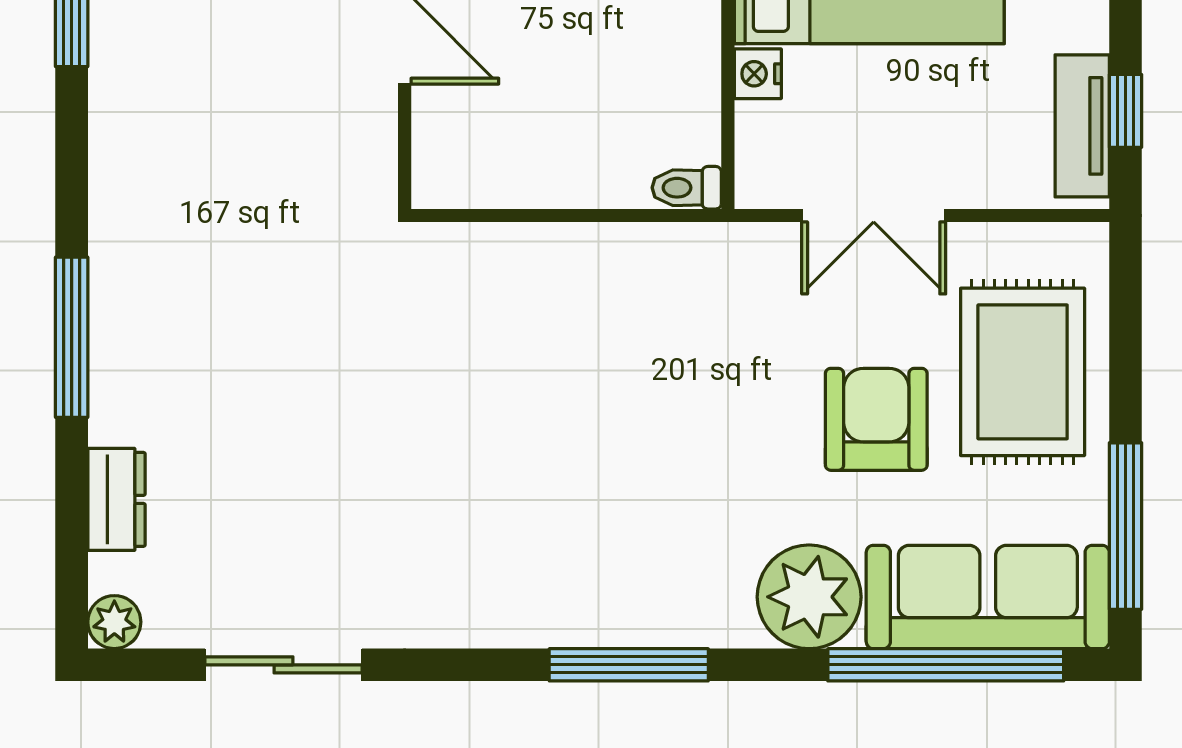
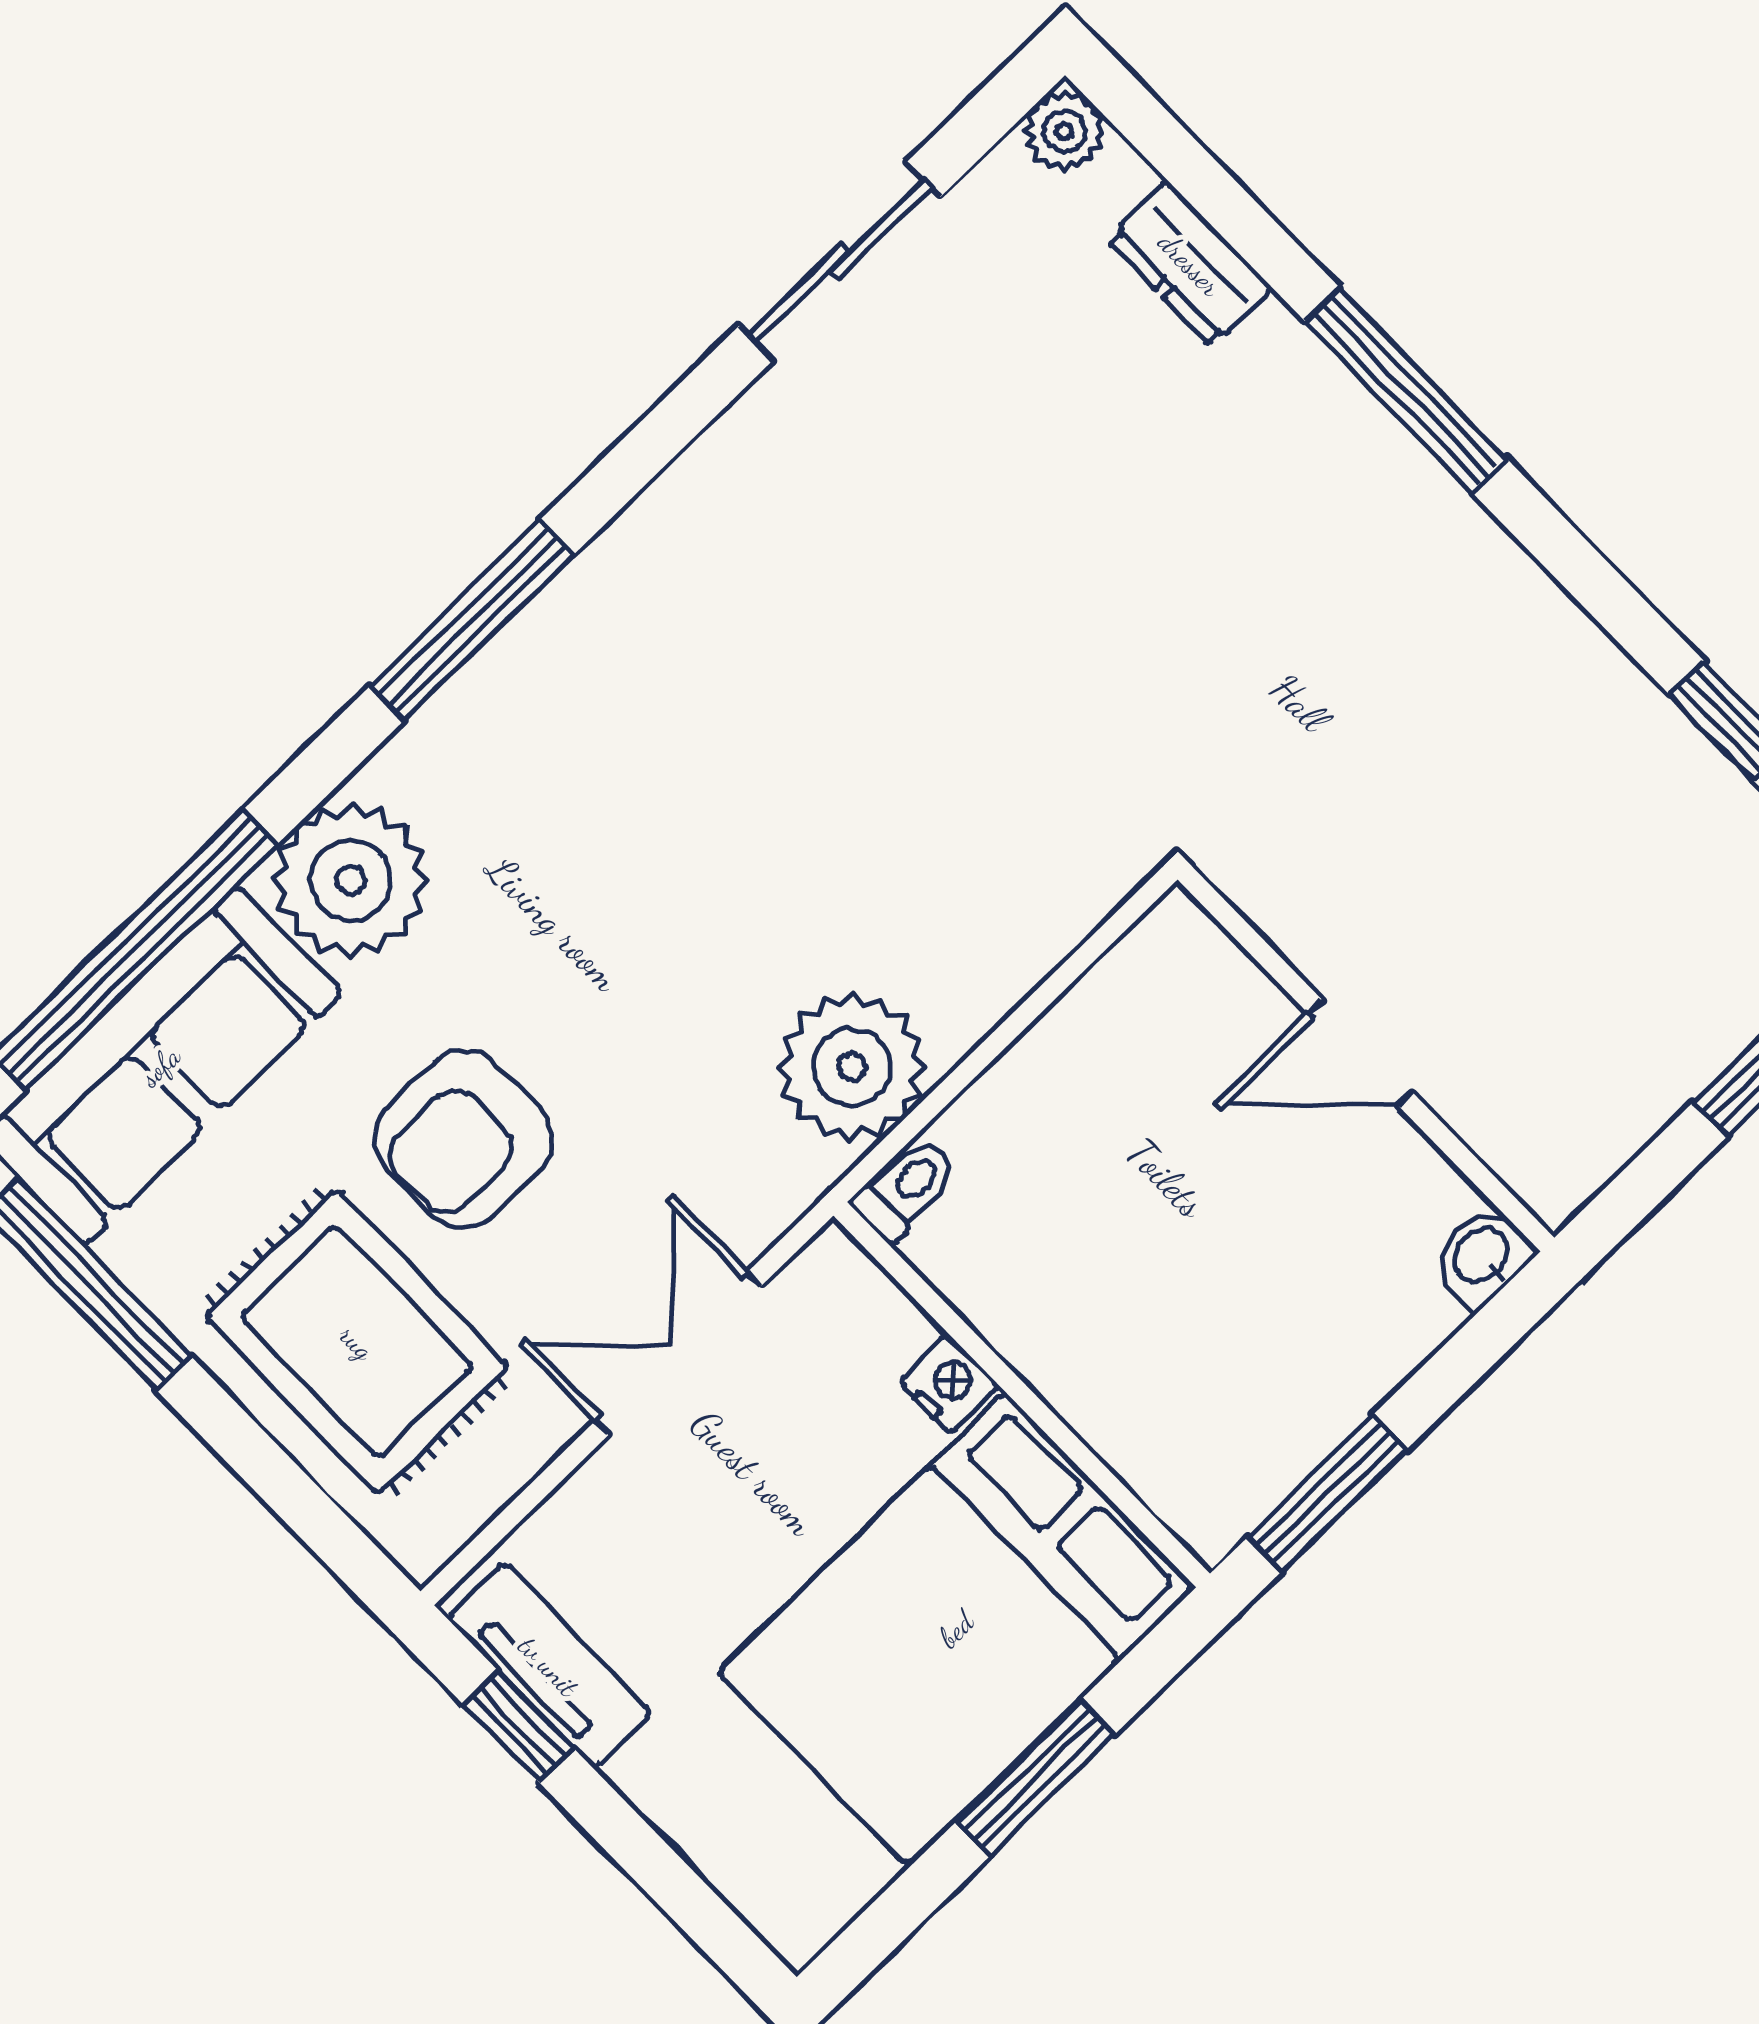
plant: (656, 272) -> (852, 1067), added
armchair: (876, 419) -> (464, 1139), turned 90

